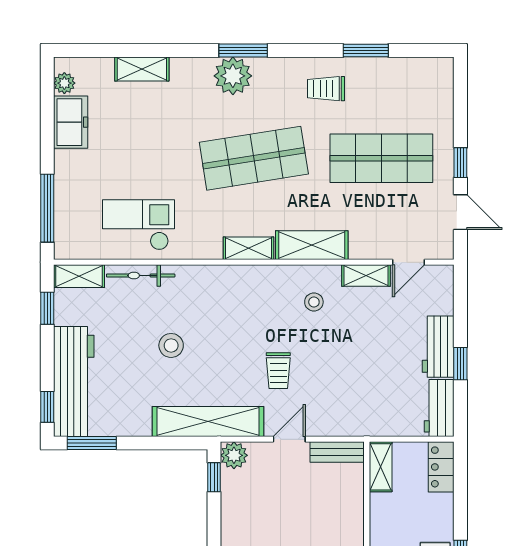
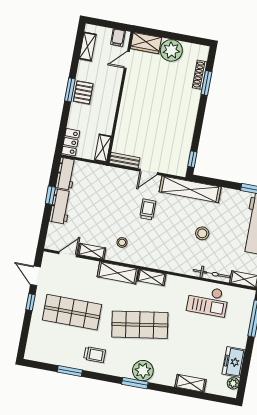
plant: (234, 455) -> (180, 169), removed

